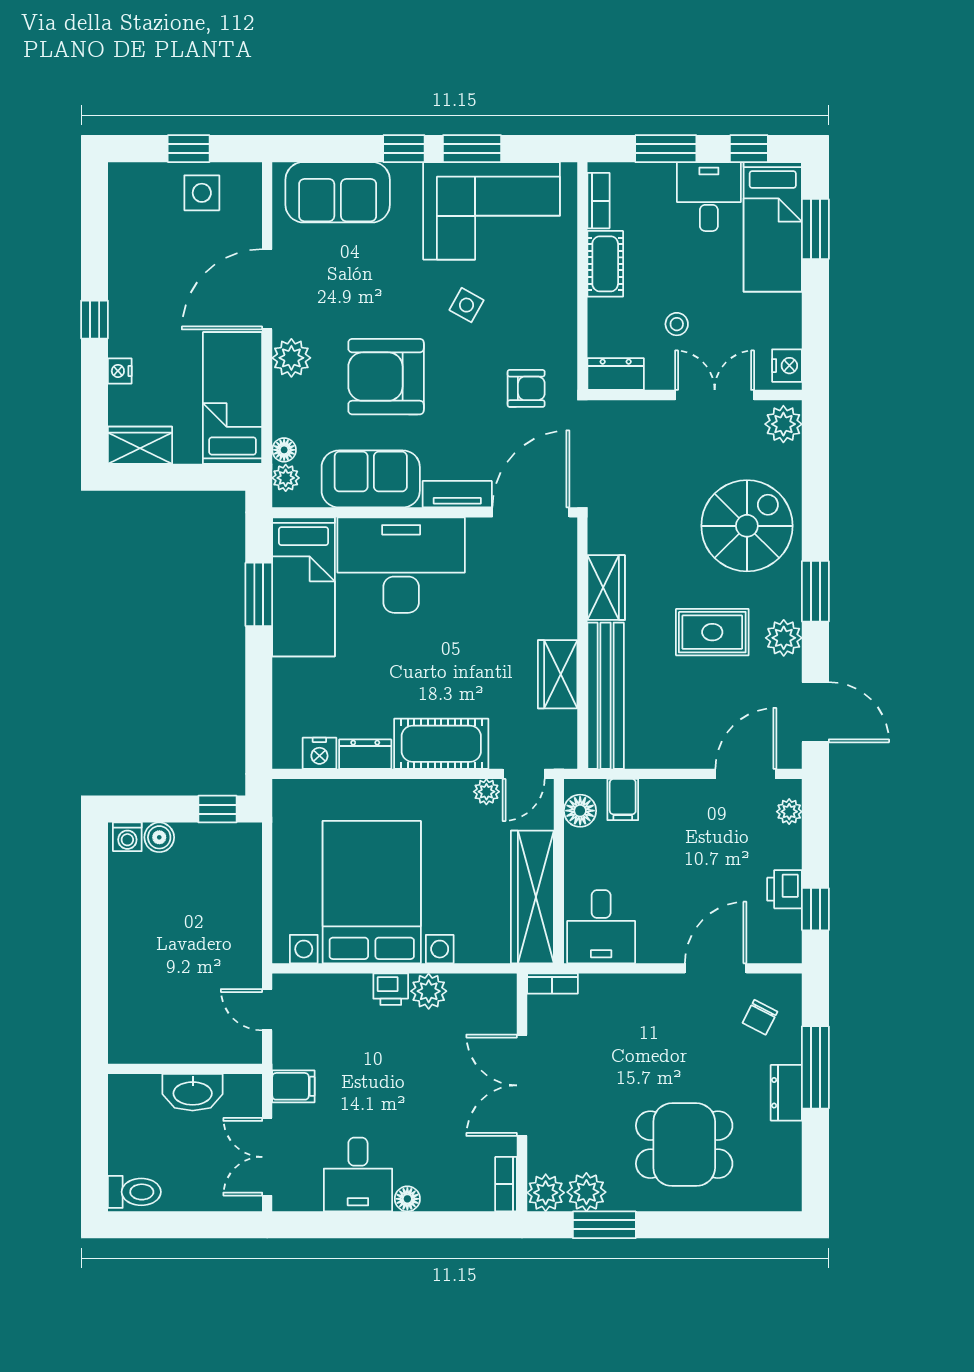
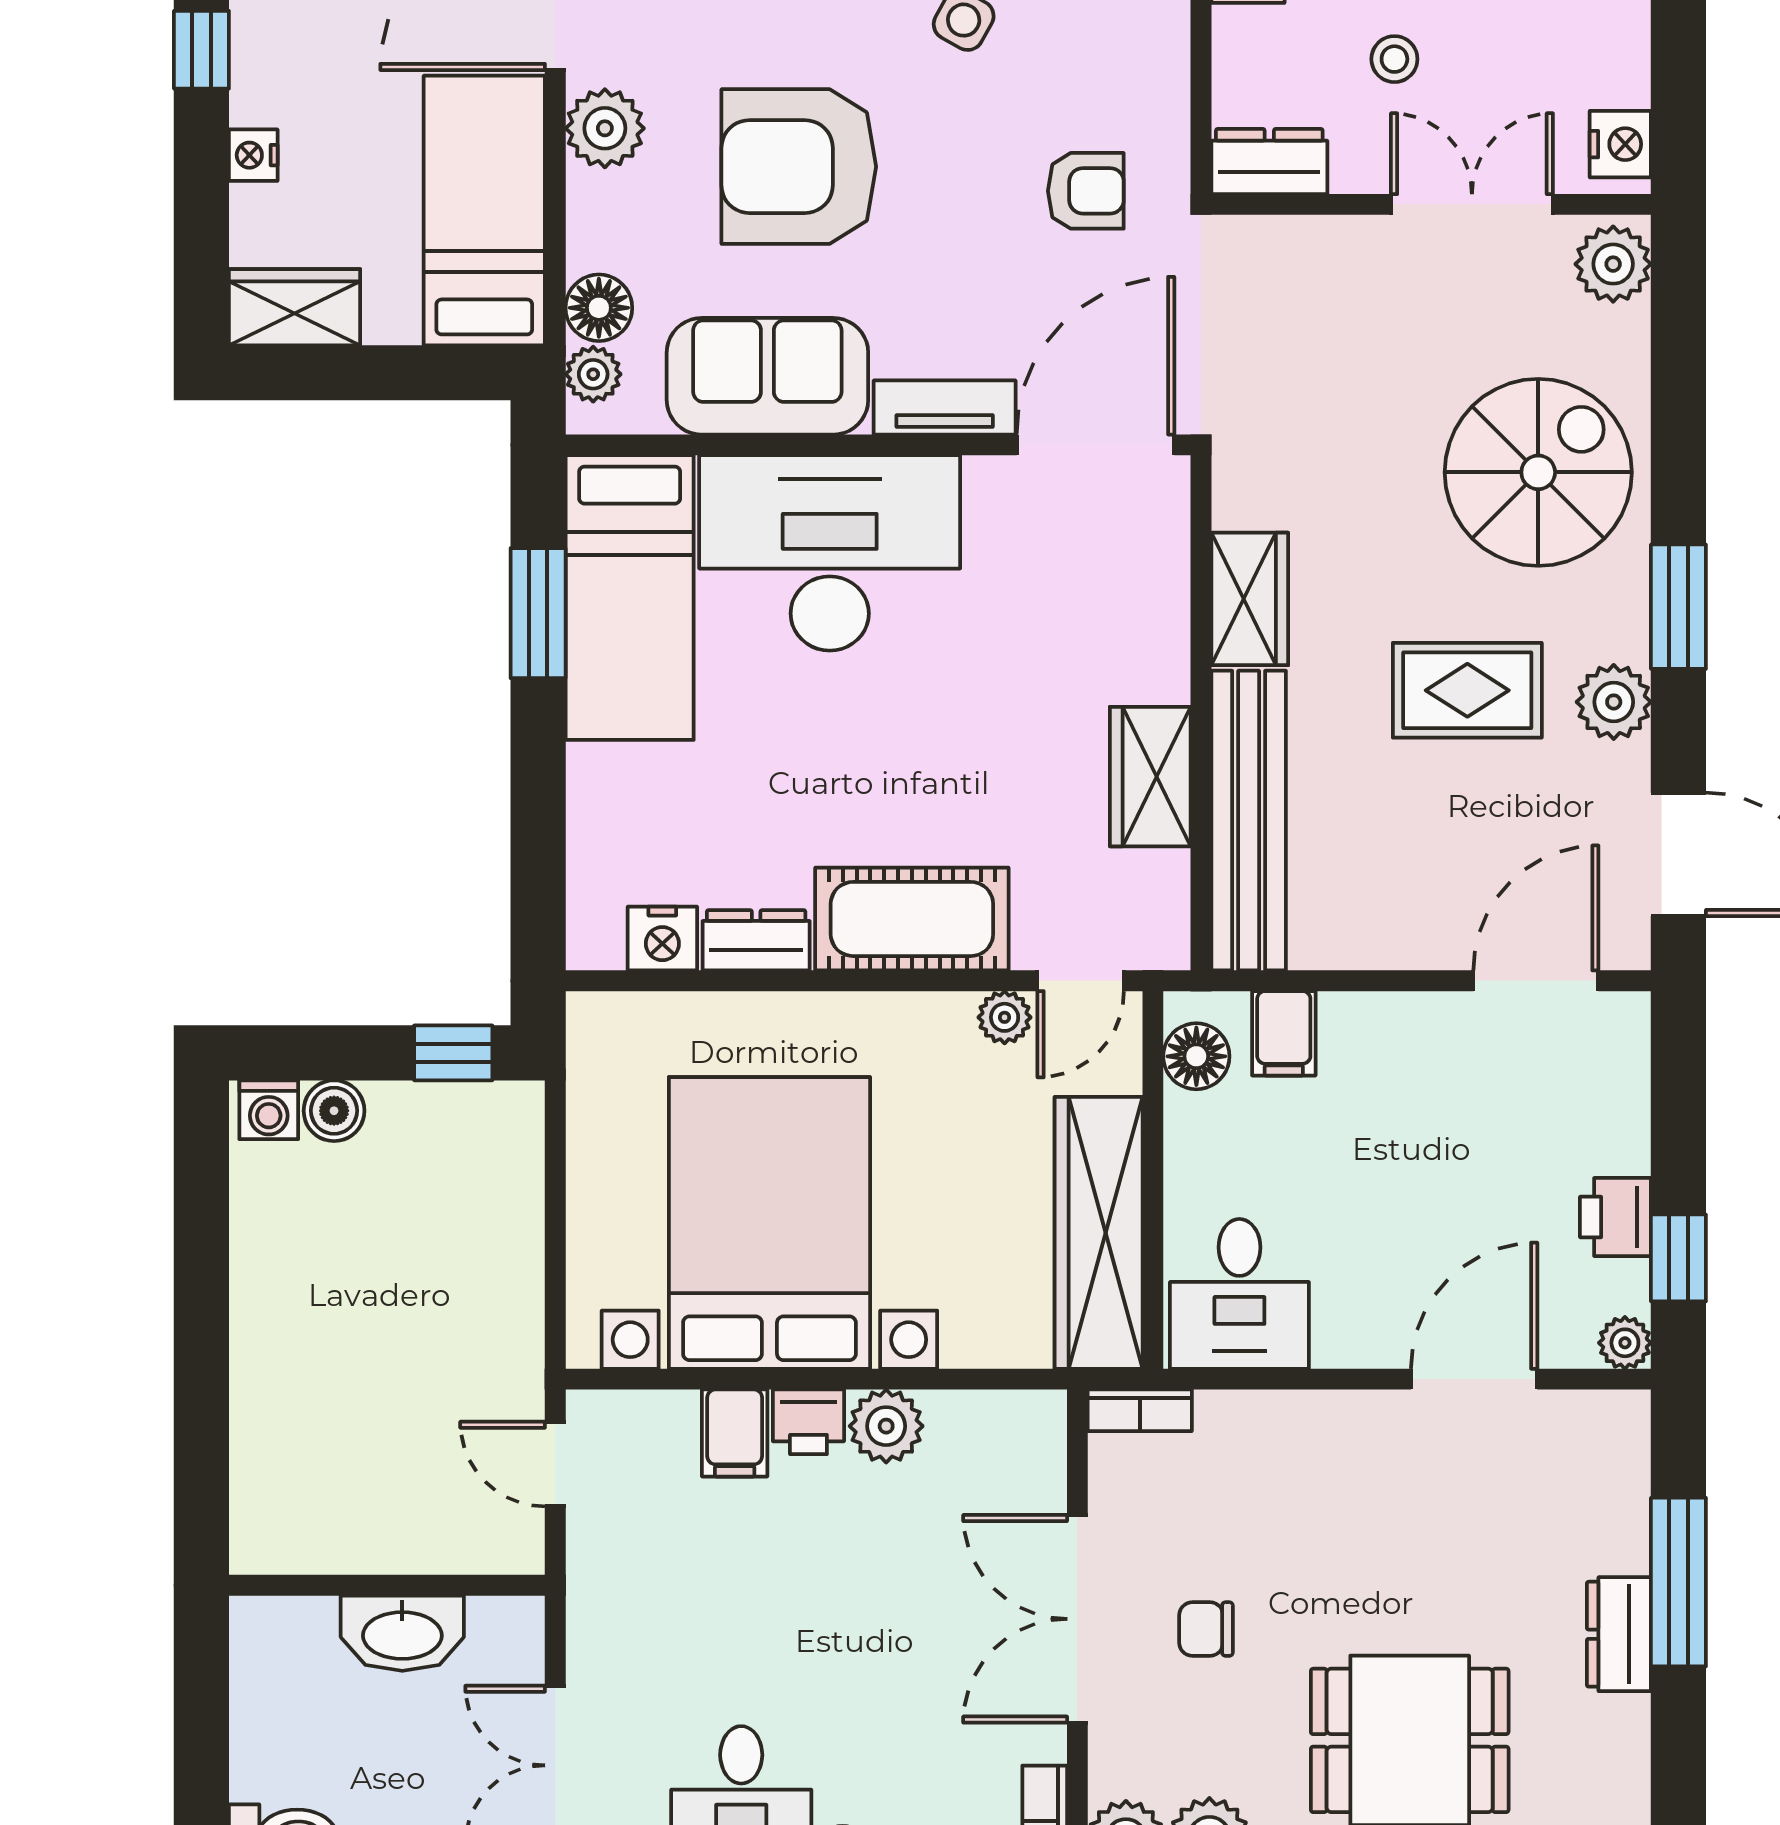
floor lamp: (284, 450) -> (599, 308), width x1.37, depth x1.37
plant: (789, 812) -> (1625, 1343), moved
chair: (760, 1017) -> (1206, 1629), moved, turned 63
filing cabinet: (293, 1086) -> (735, 1433), moved, turned 90

